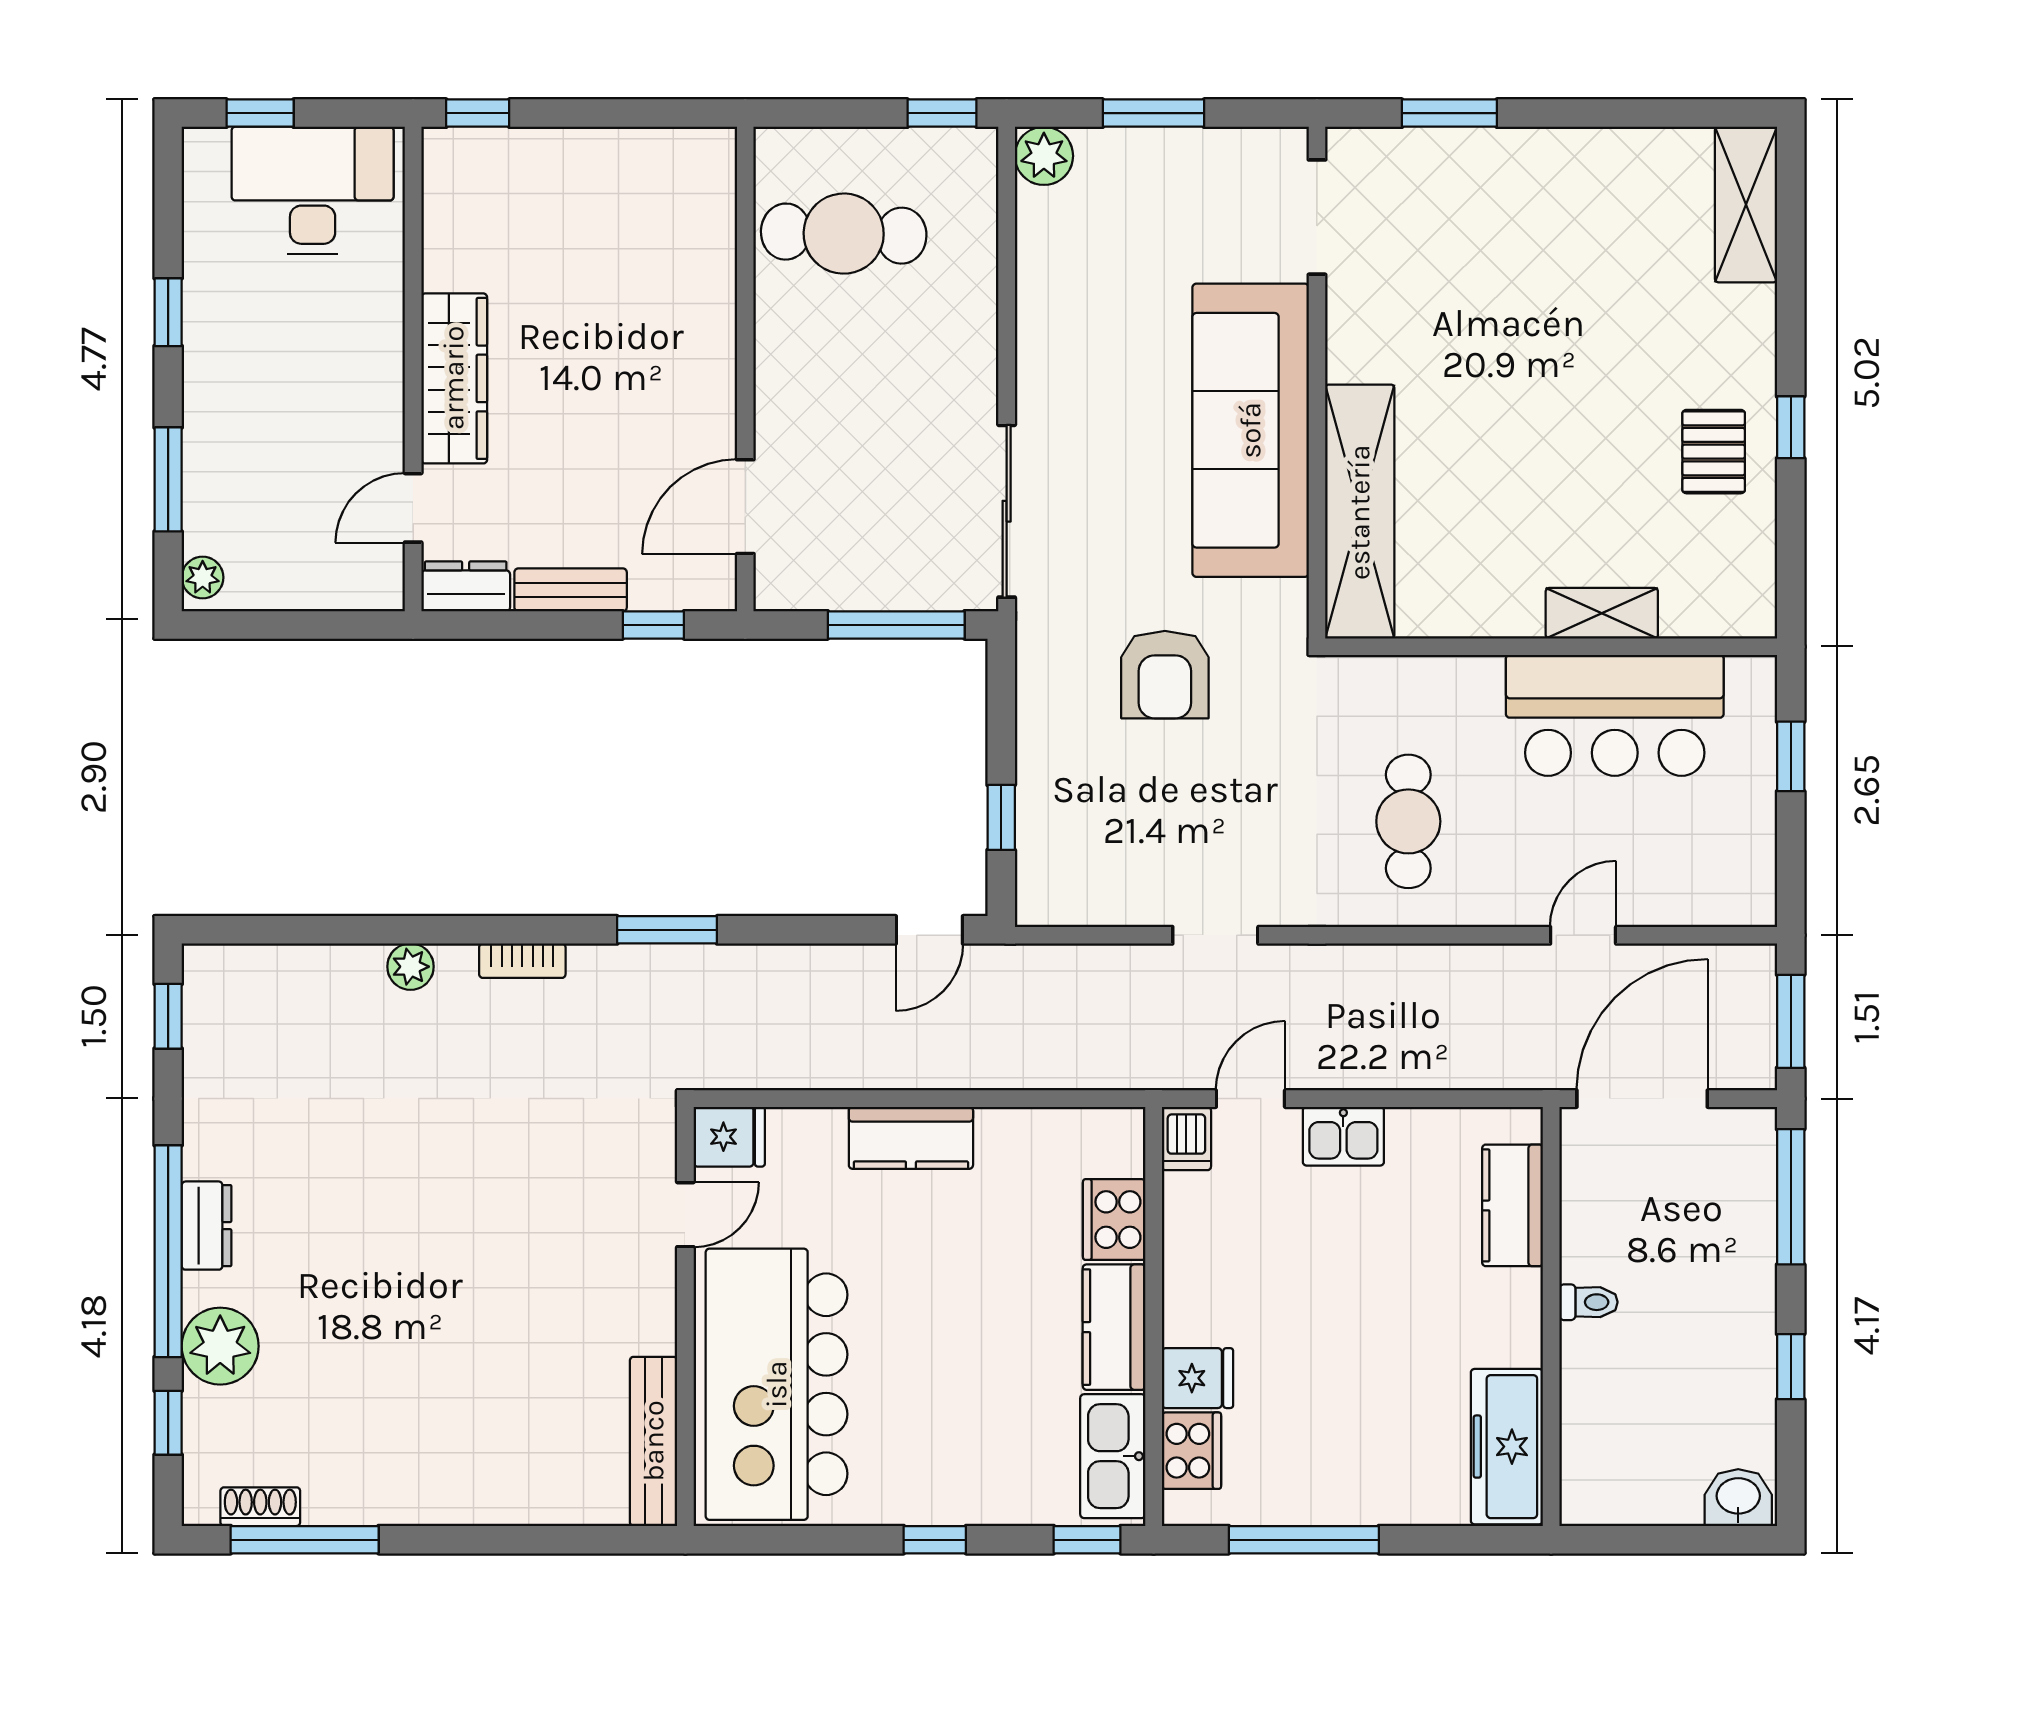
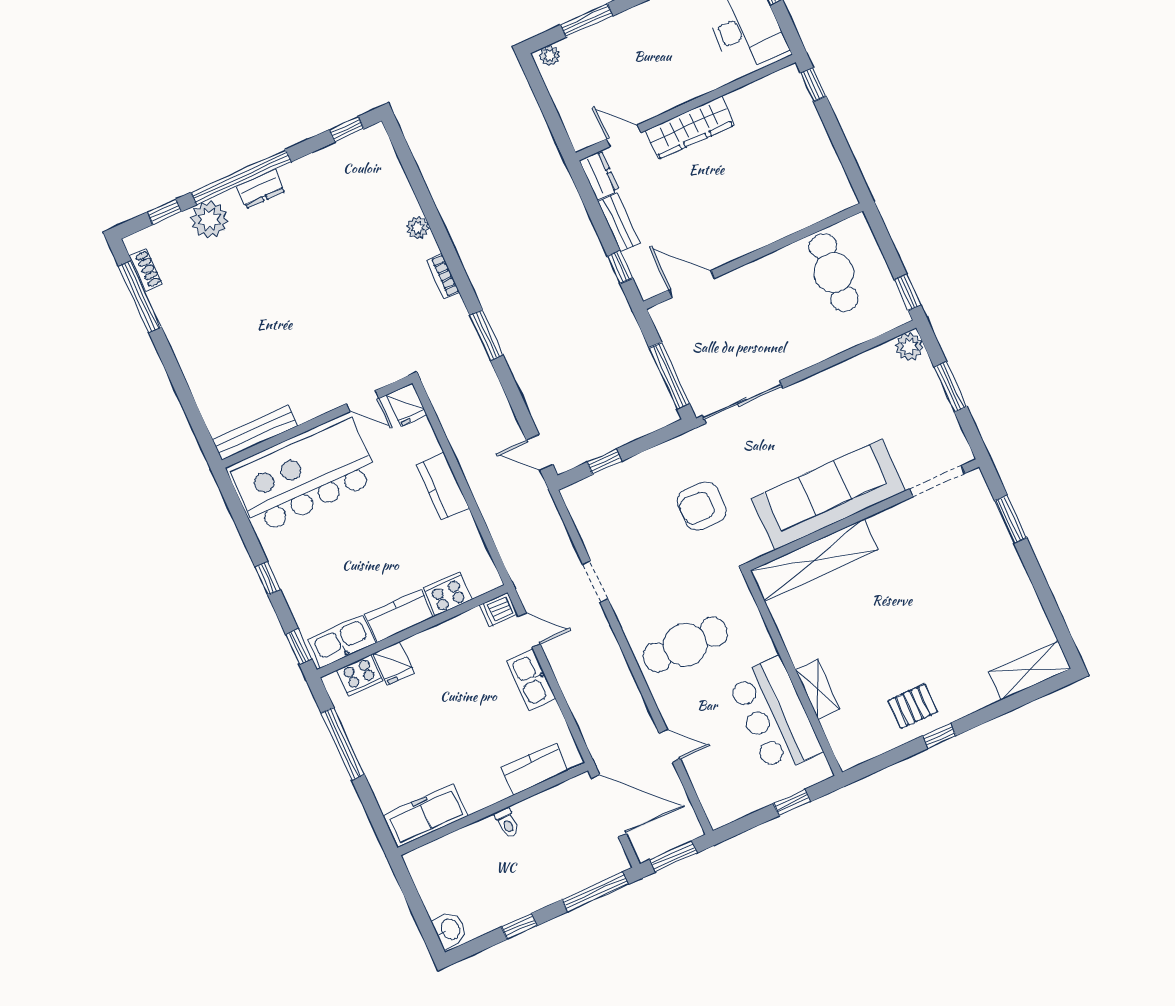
cafe table: (1408, 821) -> (685, 645), width x1.37, depth x1.35
kitchen sink: (1343, 1136) -> (531, 679), width x1.38

